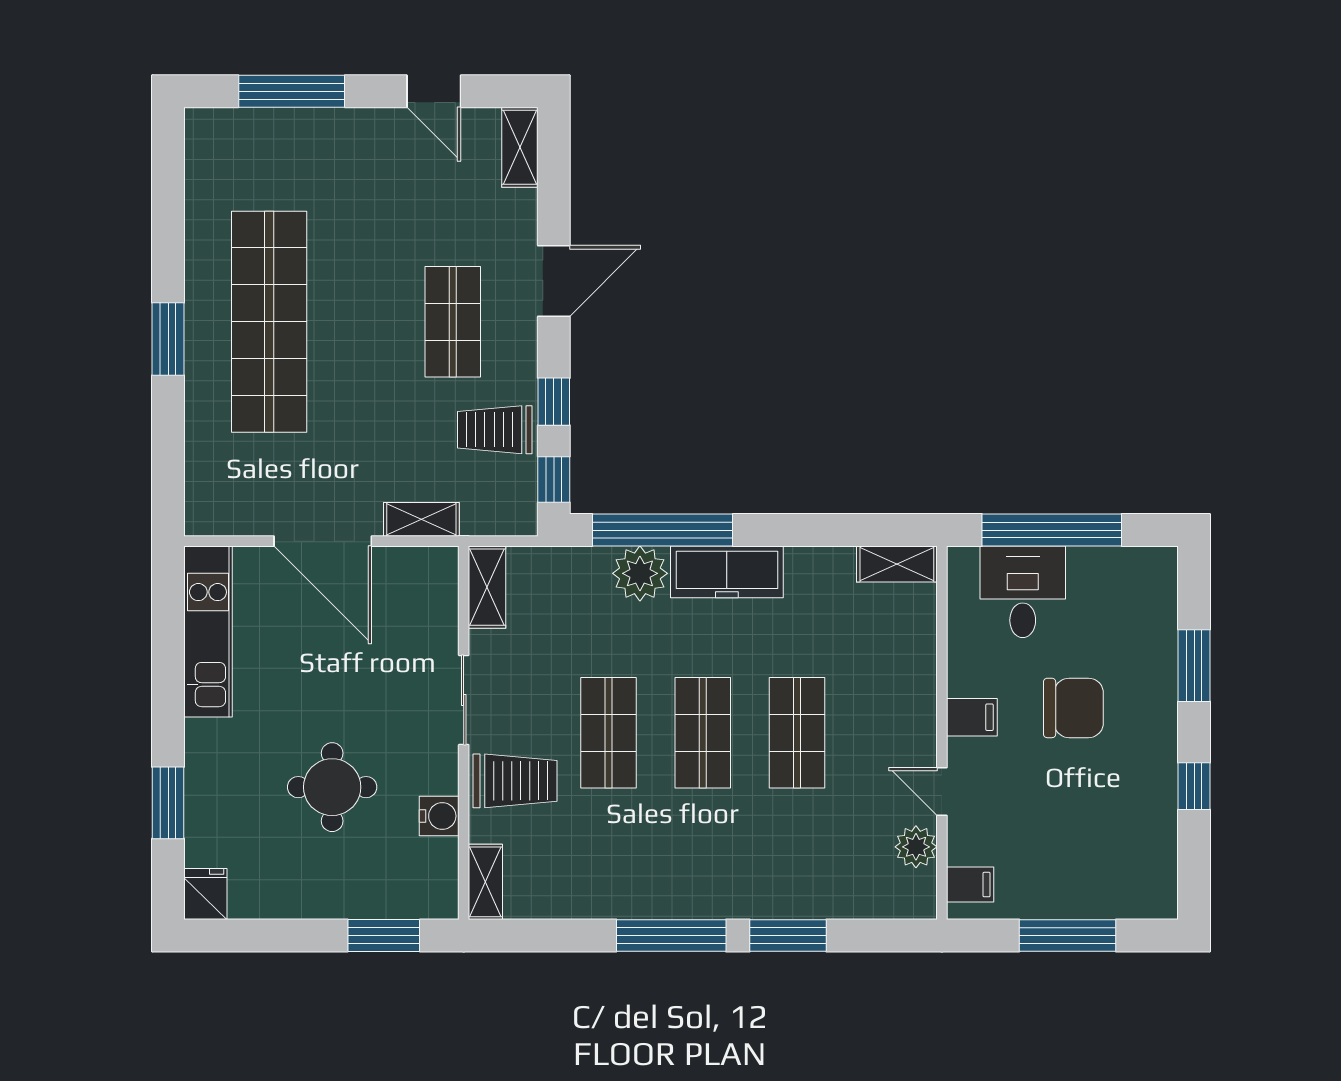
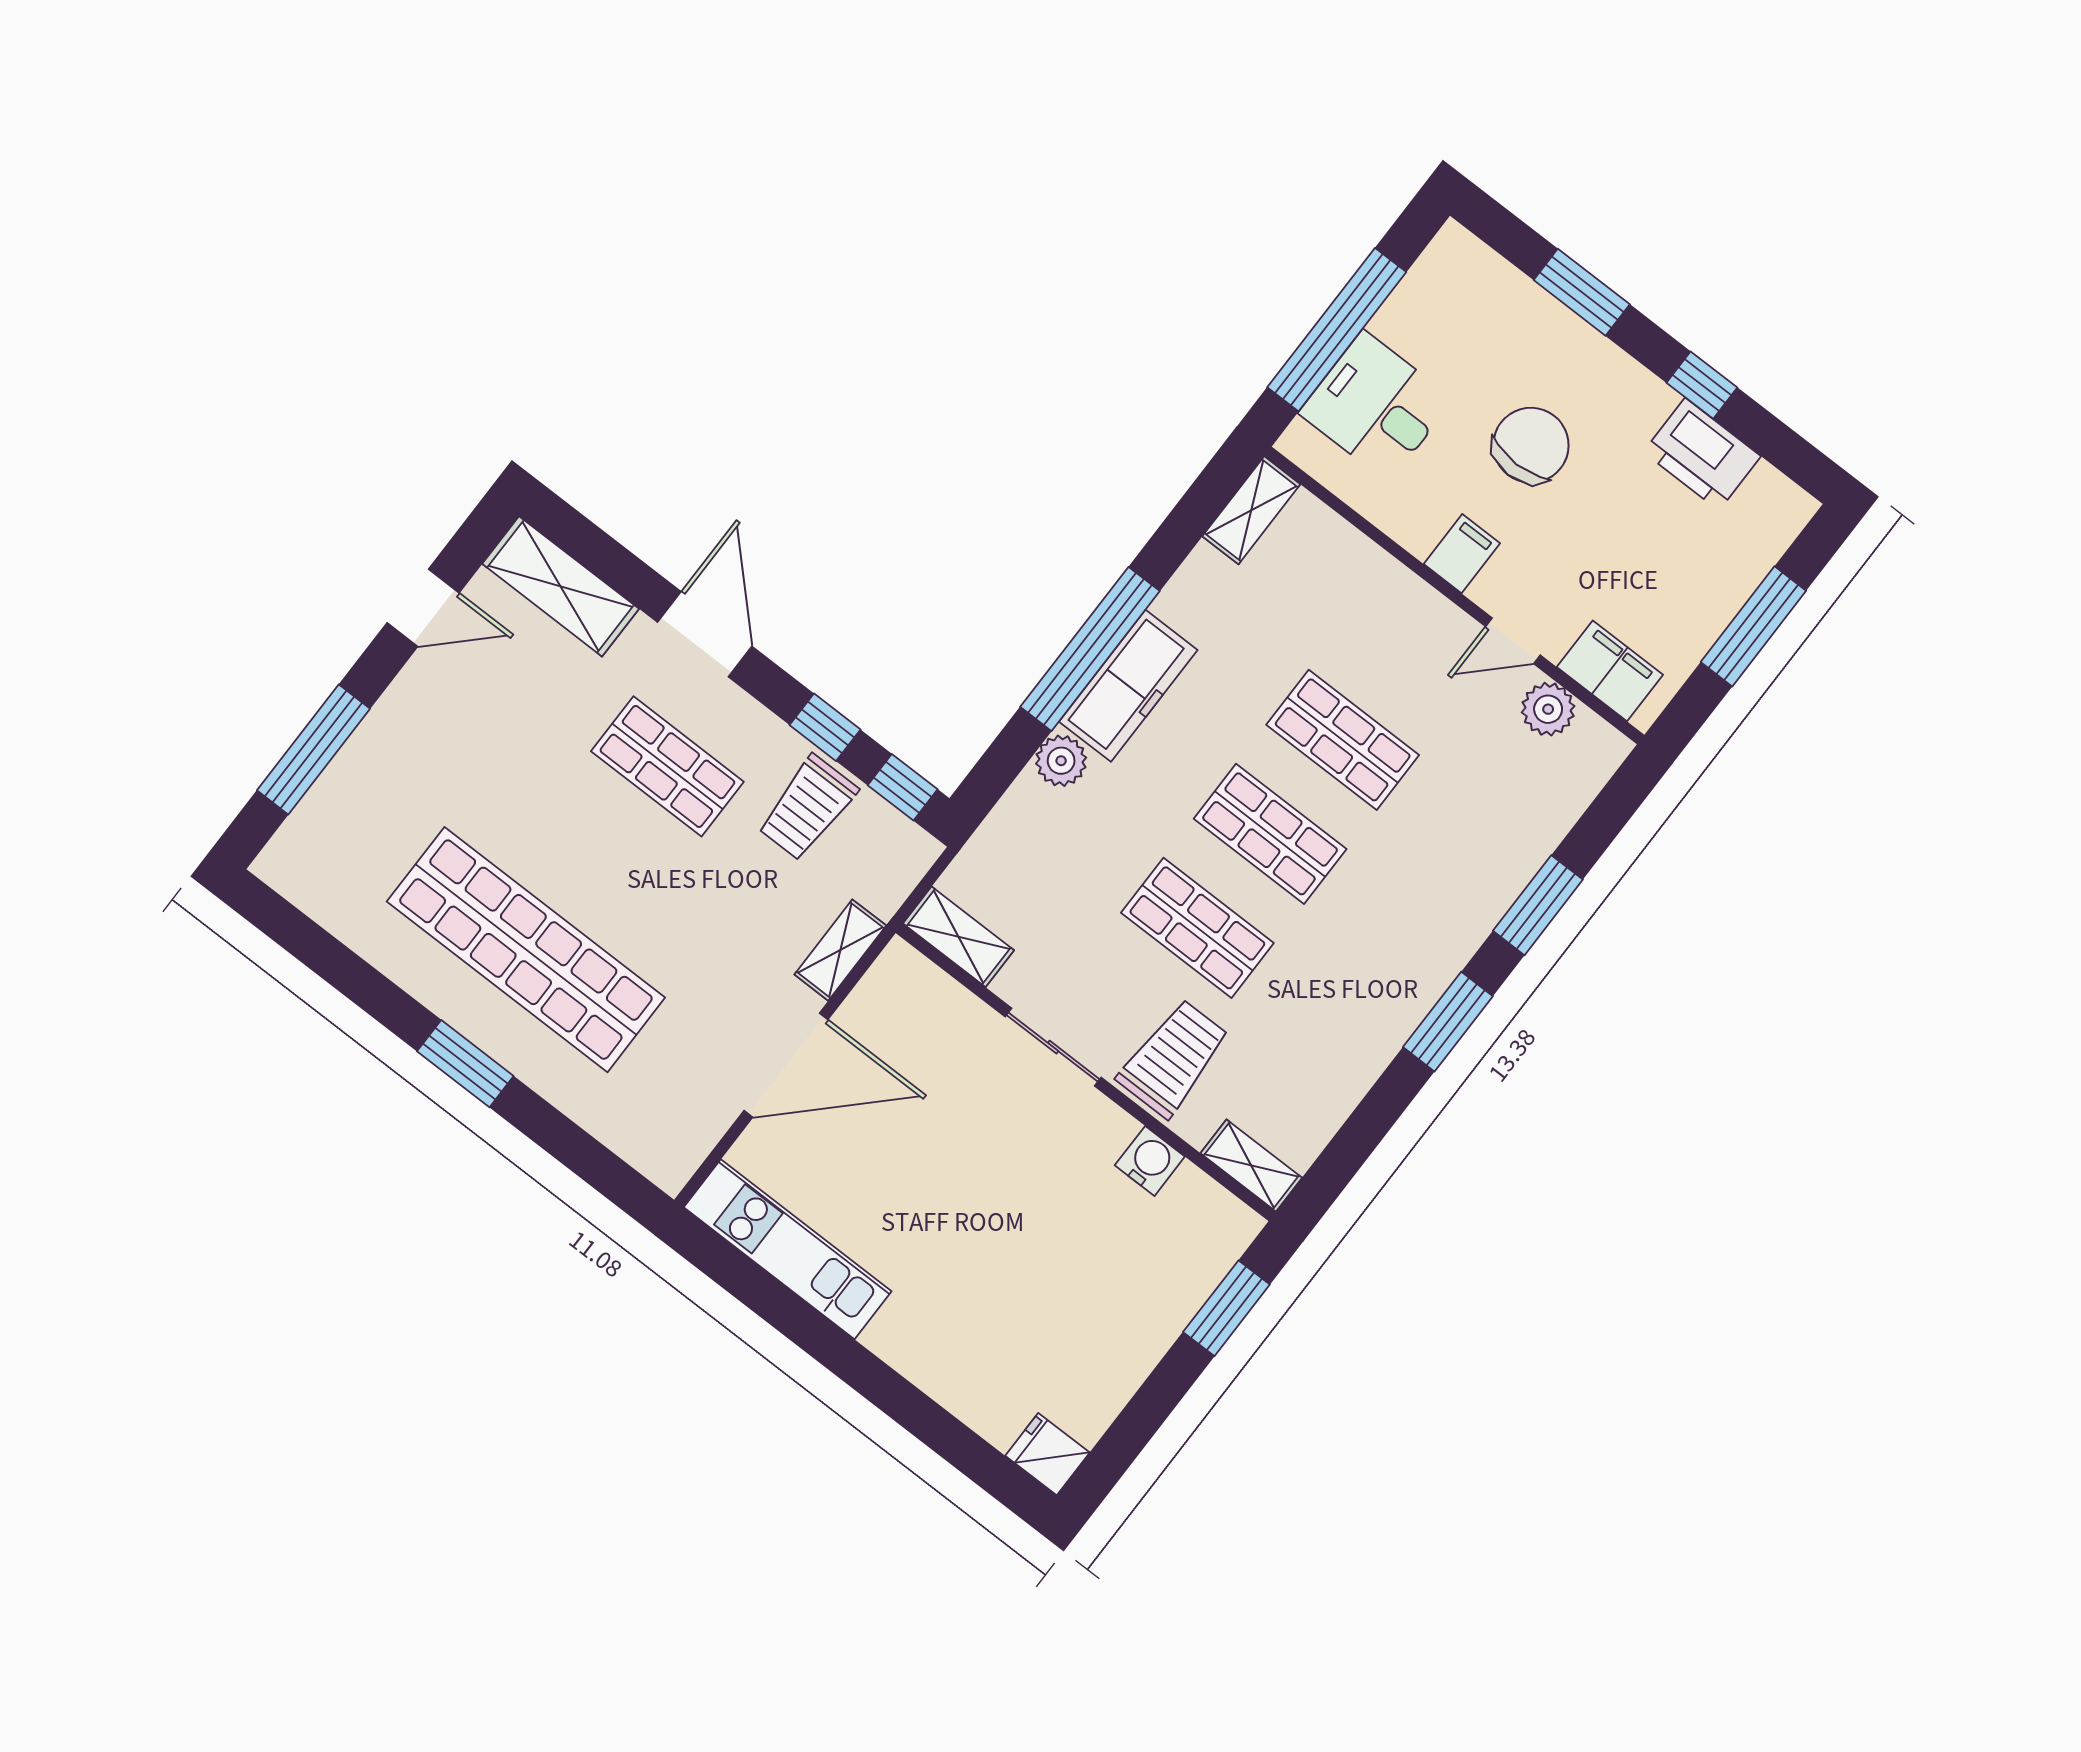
shelving: (520, 147) -> (561, 586), width x1.50, depth x1.33
window: (663, 530) -> (1090, 649), moved
plant: (640, 573) -> (1061, 761), width x0.73, depth x0.73
round table: (332, 787) -> (1039, 1245), removed
window: (168, 803) -> (928, 1421), removed
printer: (1151, 820) -> (1702, 454), added
filing cabinet: (970, 885) -> (1610, 671), width x2.00
window: (671, 936) -> (1448, 1022), width x0.69

